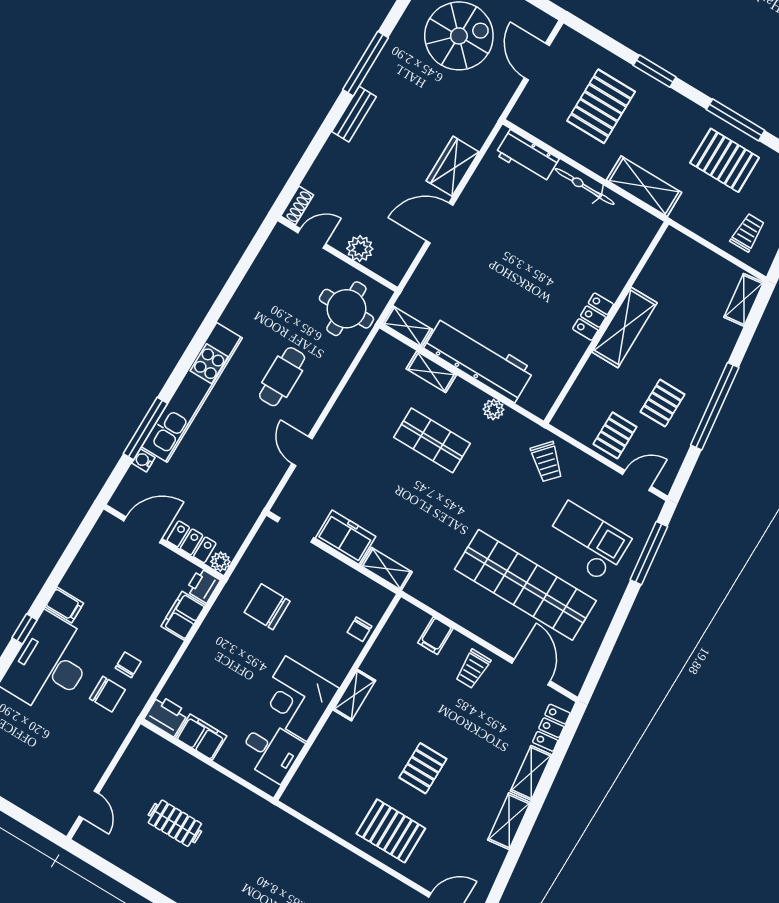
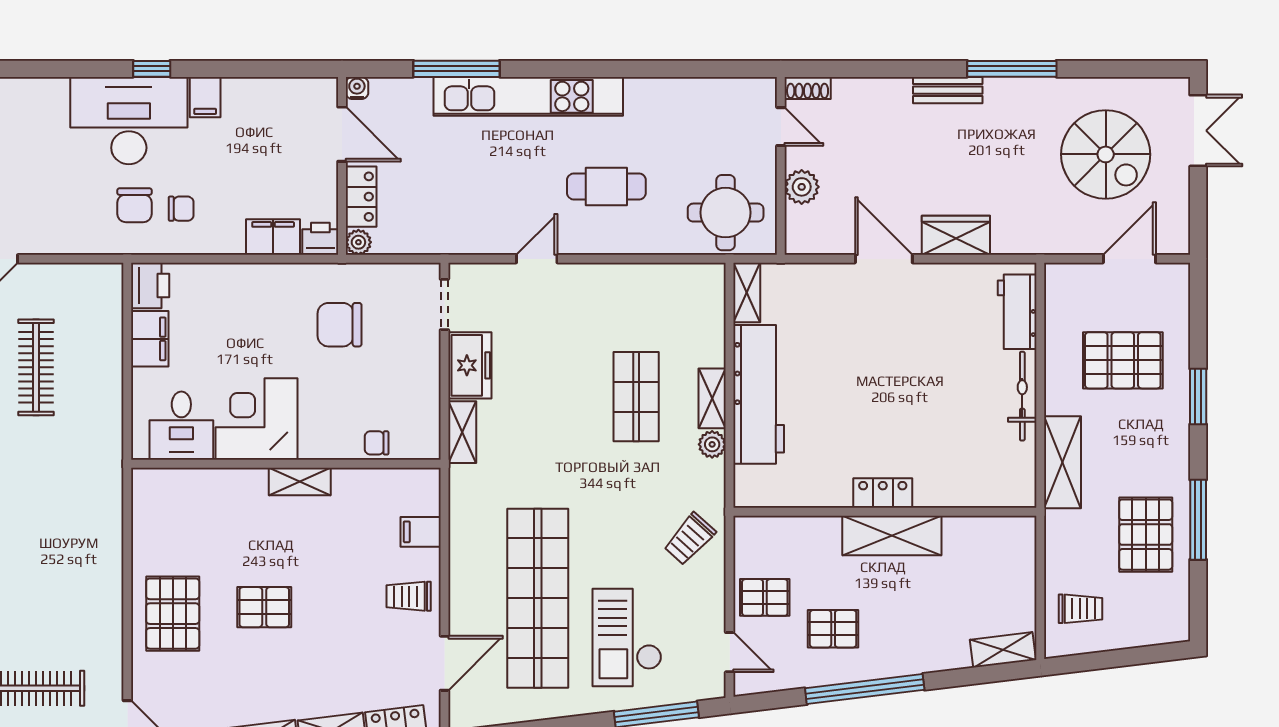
shelving: (431, 372) -> (712, 398), moved
water cooler: (143, 460) -> (357, 88), moved
checkout: (587, 542) -> (627, 637), turned 180
chair: (267, 607) -> (340, 325), turned -90
clothes rail: (175, 823) -> (36, 367), width x1.36

